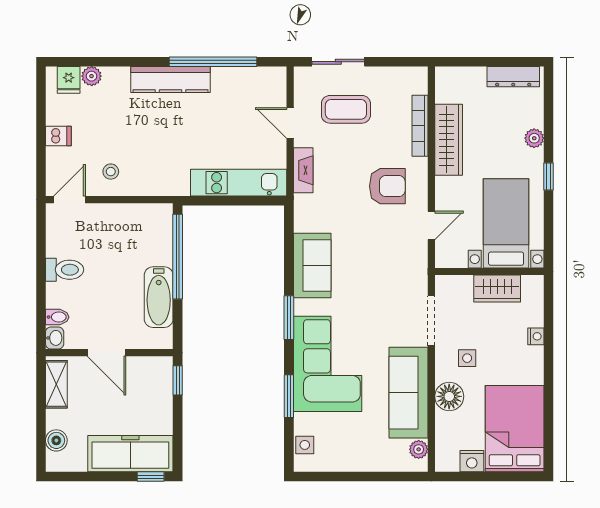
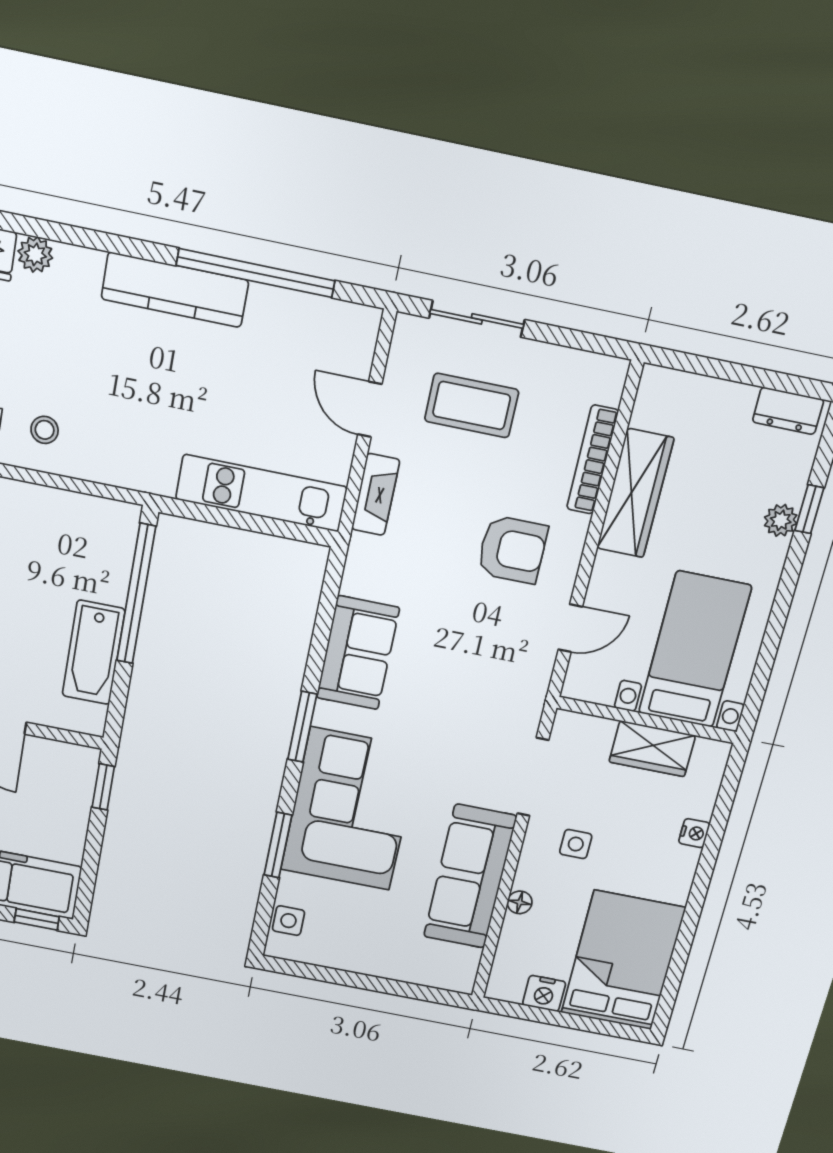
dresser: (513, 77) -> (788, 411), width x0.70
window: (548, 177) -> (809, 509), moved
floor lamp: (449, 396) -> (520, 902), width x0.53, depth x0.53
plant: (419, 449) -> (466, 961), removed

